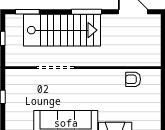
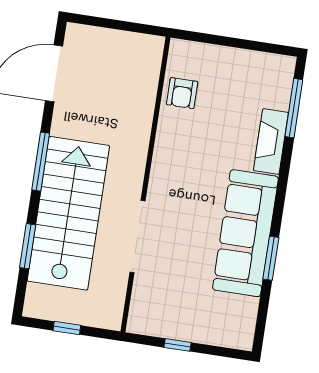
window: (27, 12) -> (28, 246), moved

